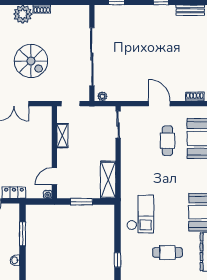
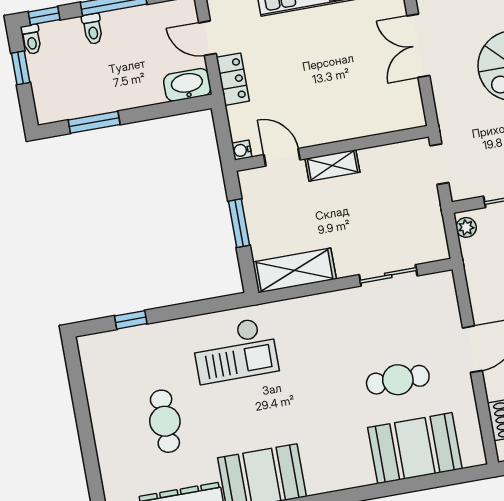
sliding door: (118, 124) -> (388, 275), moved
shelving: (62, 136) -> (332, 165), moved
window: (23, 234) -> (94, 122), moved
washbasin: (15, 260) -> (187, 85), moved, width x1.91, depth x1.45

